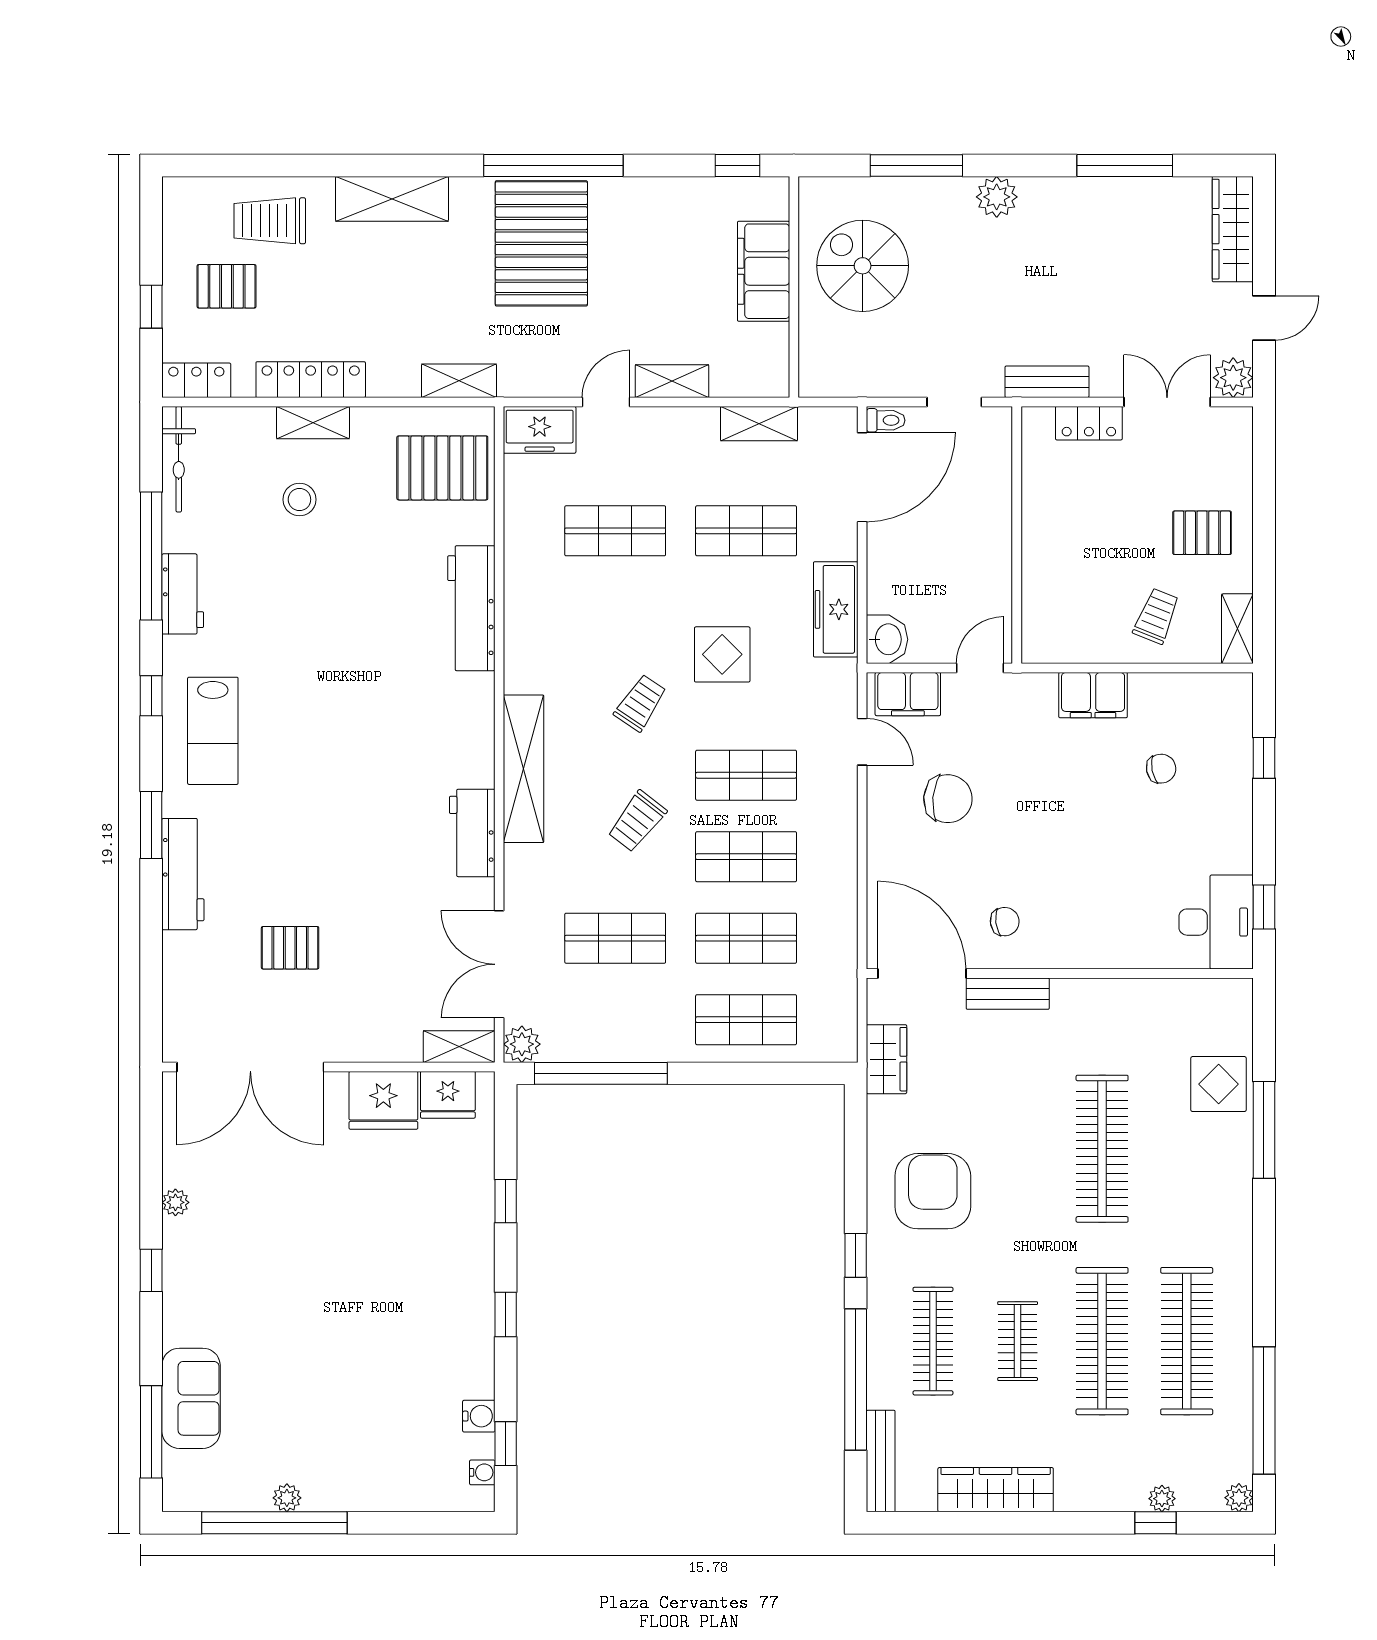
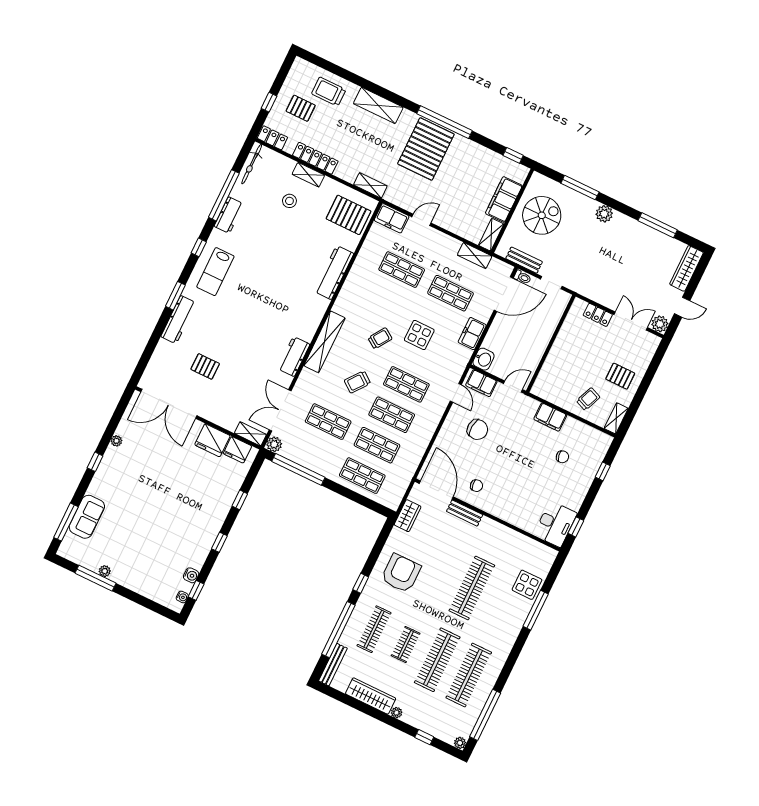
spiral stairs: (863, 266) -> (542, 215), turned 90
shelving: (672, 381) -> (491, 235), moved, turned 90
bench: (1047, 382) -> (524, 260), moved
freezer: (836, 609) -> (472, 334), width x0.71
plant: (1162, 1499) -> (397, 713), moved
window: (274, 1523) -> (96, 578), width x0.68

